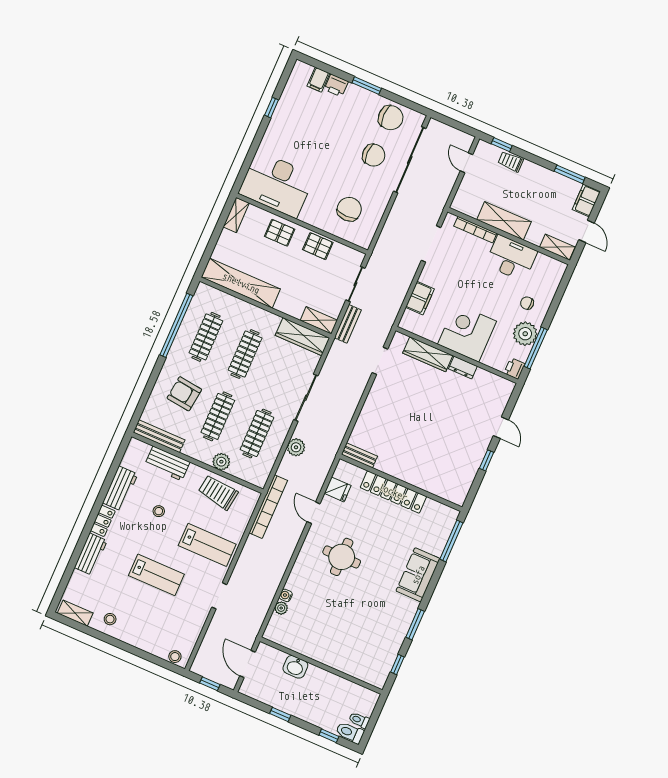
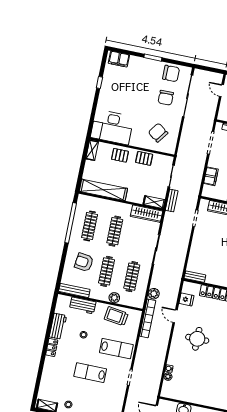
filing cabinet: (318, 80) -> (119, 59), width x2.00
printer: (336, 85) -> (135, 61), removed
chair: (374, 155) -> (166, 98), turned 90
chair: (349, 209) -> (158, 133), turned -54
plant: (296, 447) -> (154, 294), moved
workbench: (91, 554) -> (49, 369), removed
lab bench: (156, 575) -> (90, 373), turned 180

